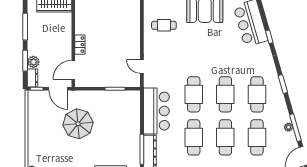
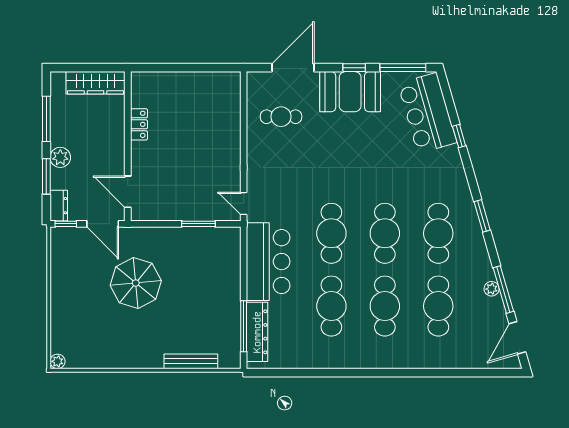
locker: (80, 45) -> (139, 124), moved
plant: (33, 62) -> (60, 157), moved
door: (142, 67) -> (244, 204), moved
door: (73, 70) -> (128, 192), hinge flipped

